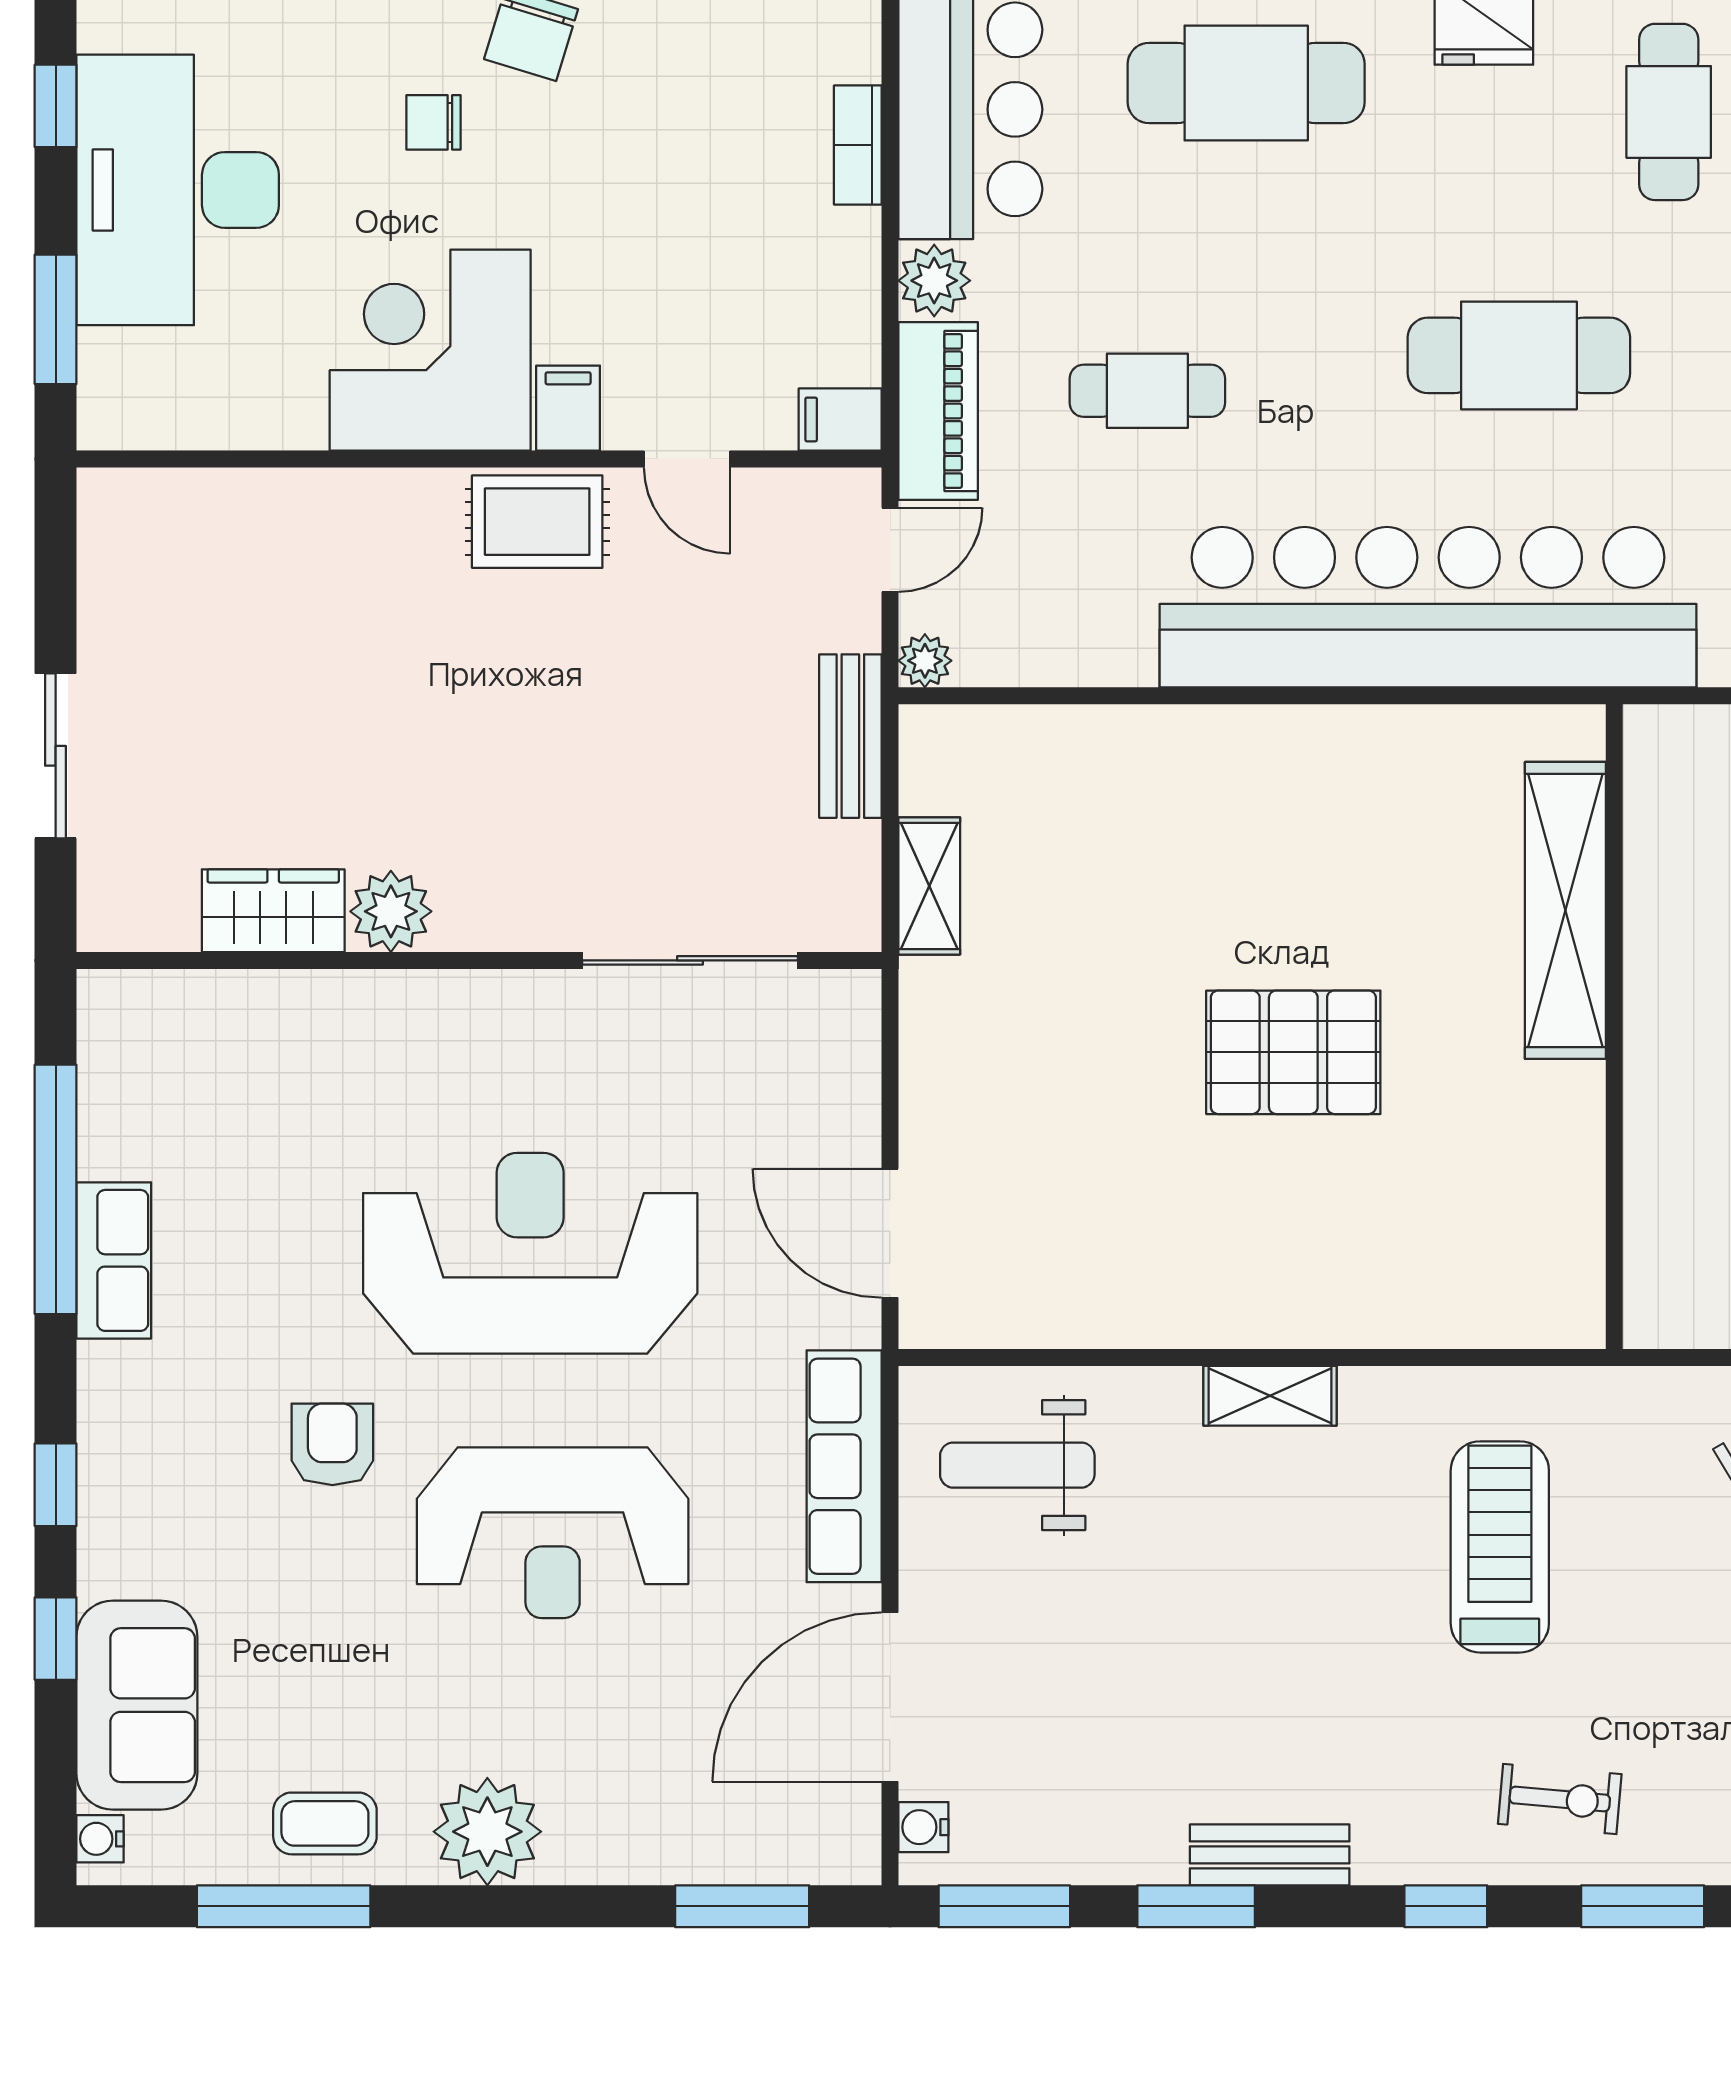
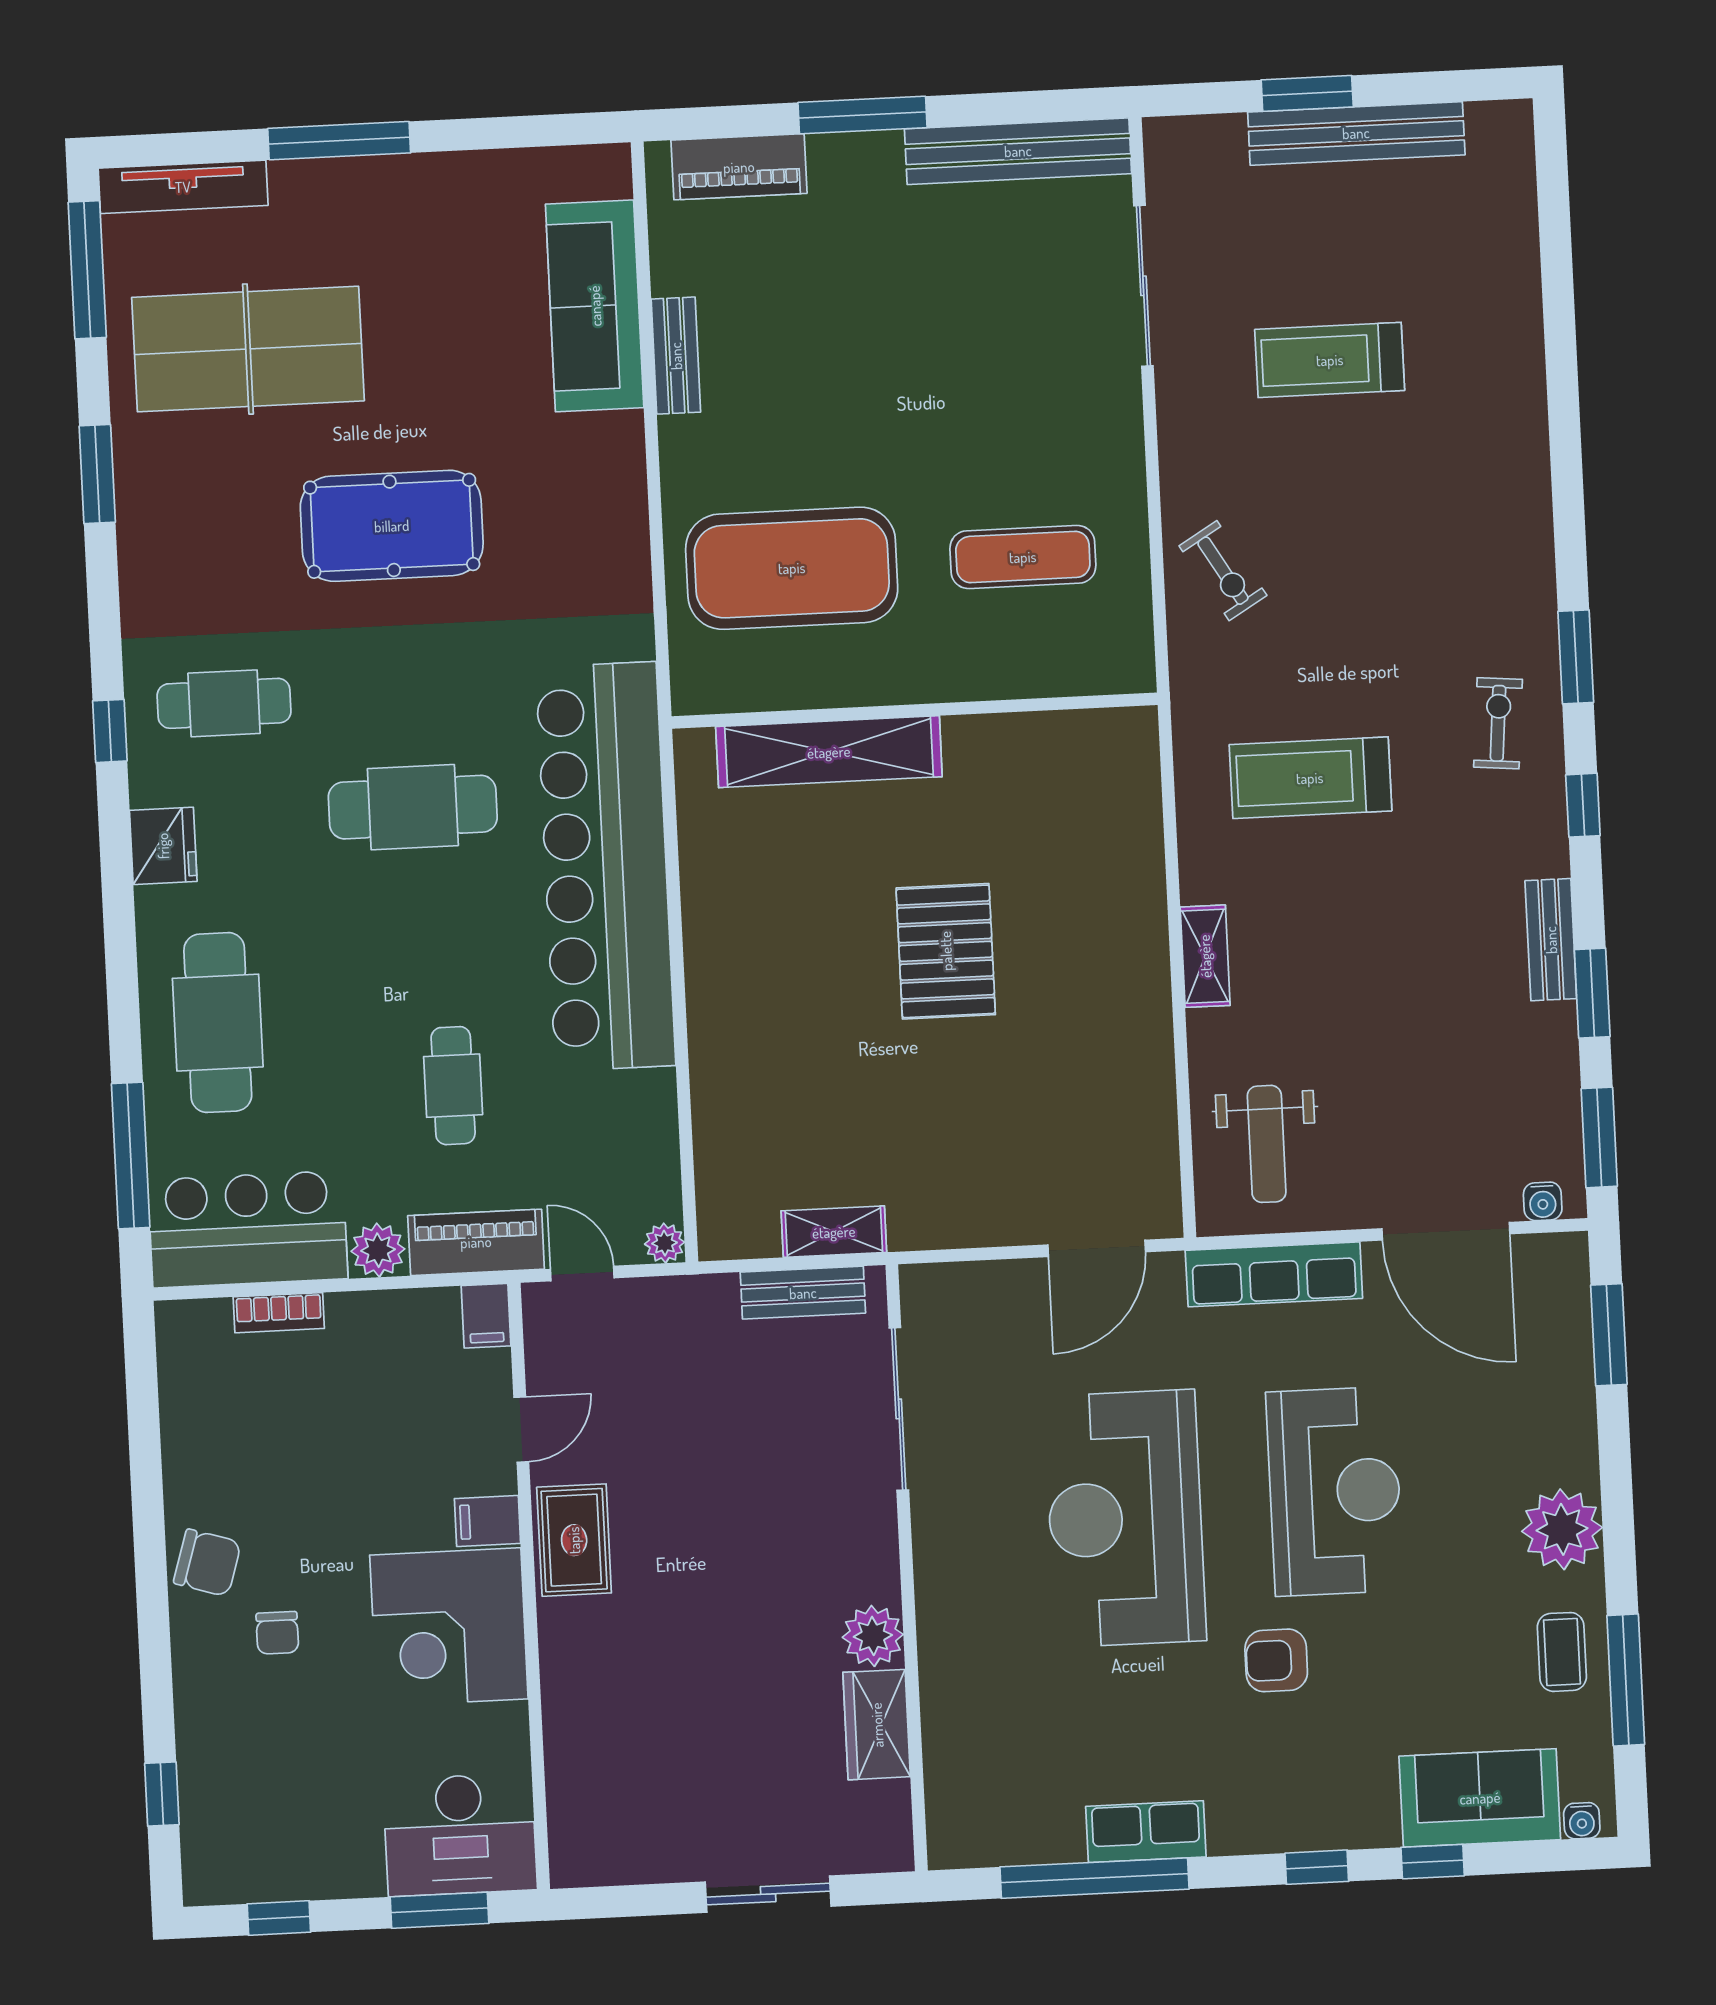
desk: (178, 190) -> (460, 1835), moved, width x0.73, depth x0.77
cafe table: (1519, 355) -> (413, 807), turned 90
bench: (850, 736) -> (803, 1293), moved

